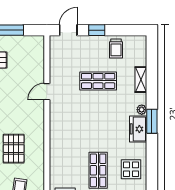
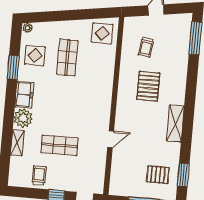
plant: (142, 110) -> (23, 118), width x1.88, depth x1.88
window: (152, 121) -> (13, 67), moved

